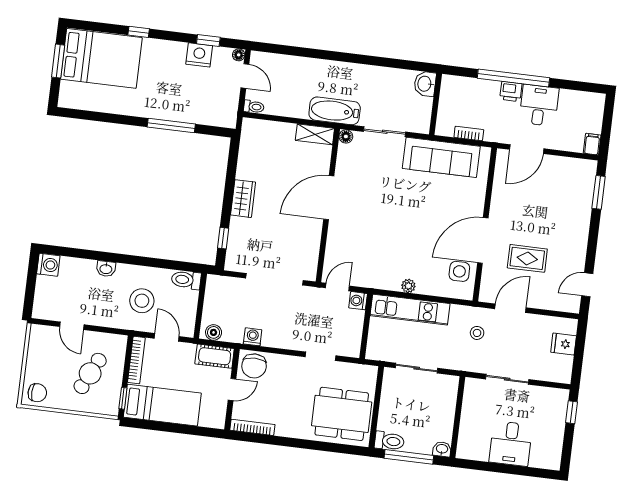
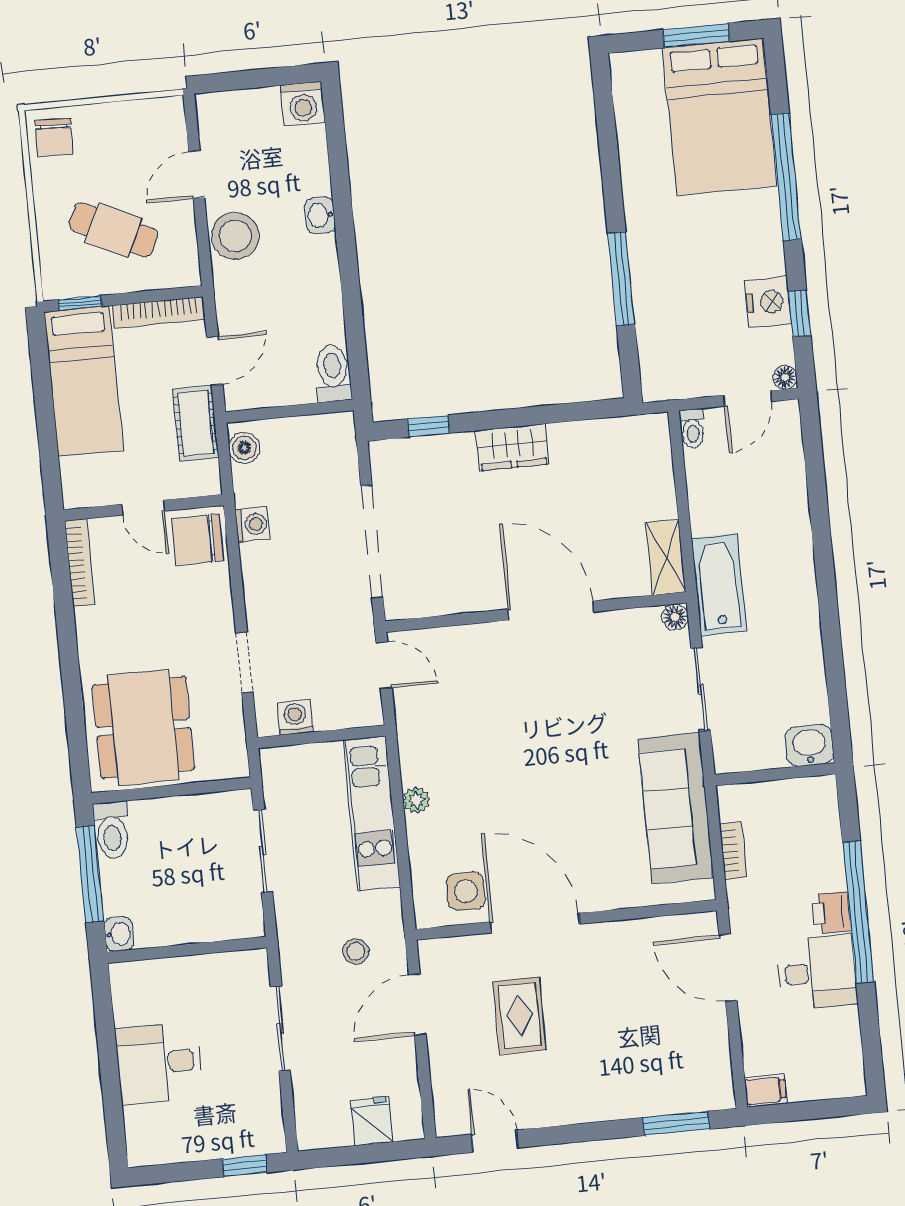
window: (139, 32) -> (786, 177), width x3.17
stool: (142, 301) -> (235, 236), moved
washing machine: (358, 301) -> (295, 717), moved
door: (510, 308) -> (417, 1005), swing flipped
cot: (215, 356) -> (196, 423), moved

